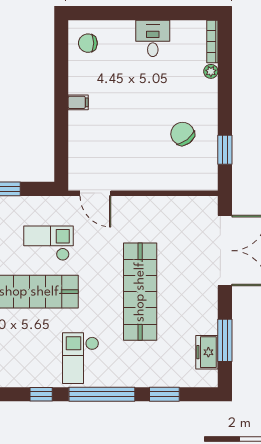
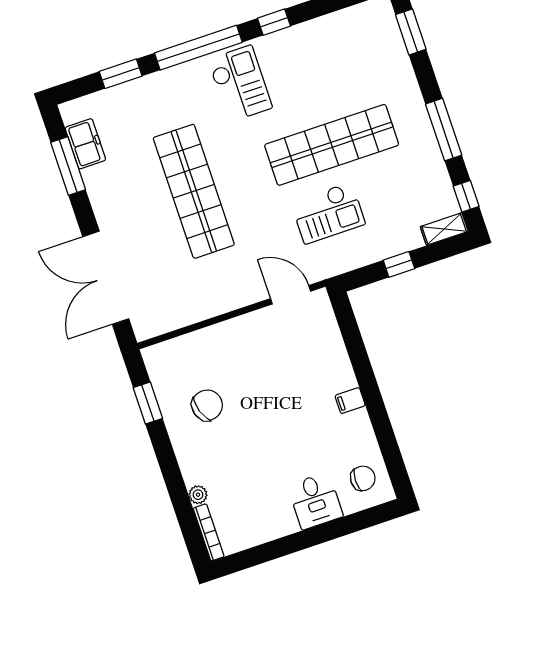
desk: (153, 38) -> (315, 501), moved
chair: (183, 134) -> (207, 405), turned -70

